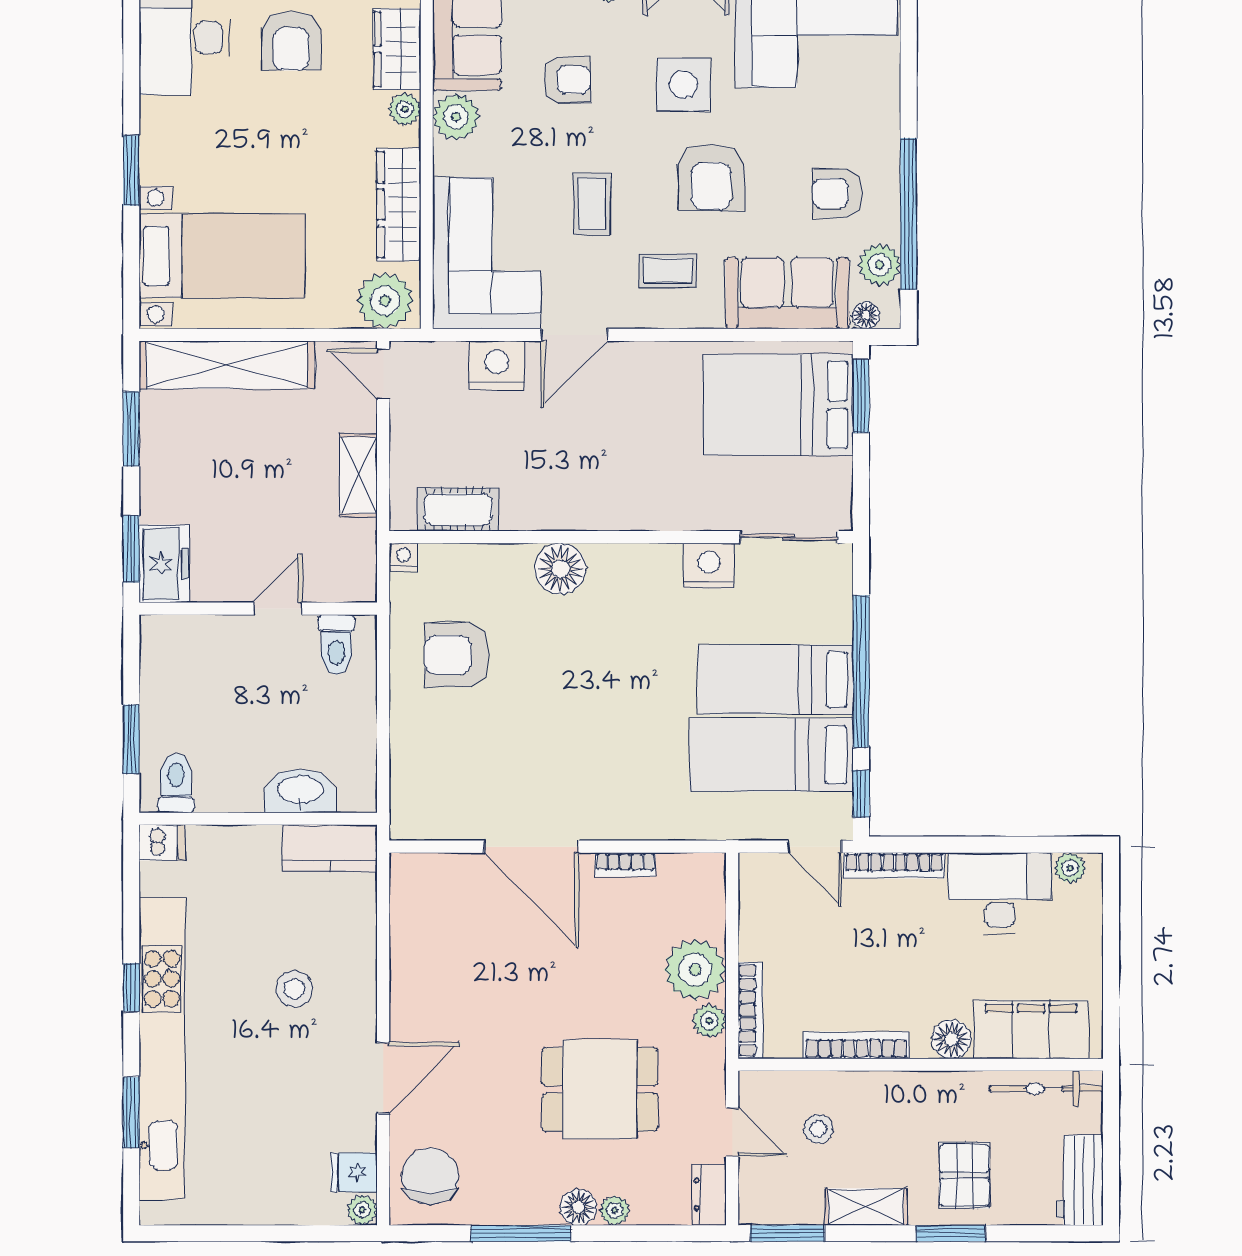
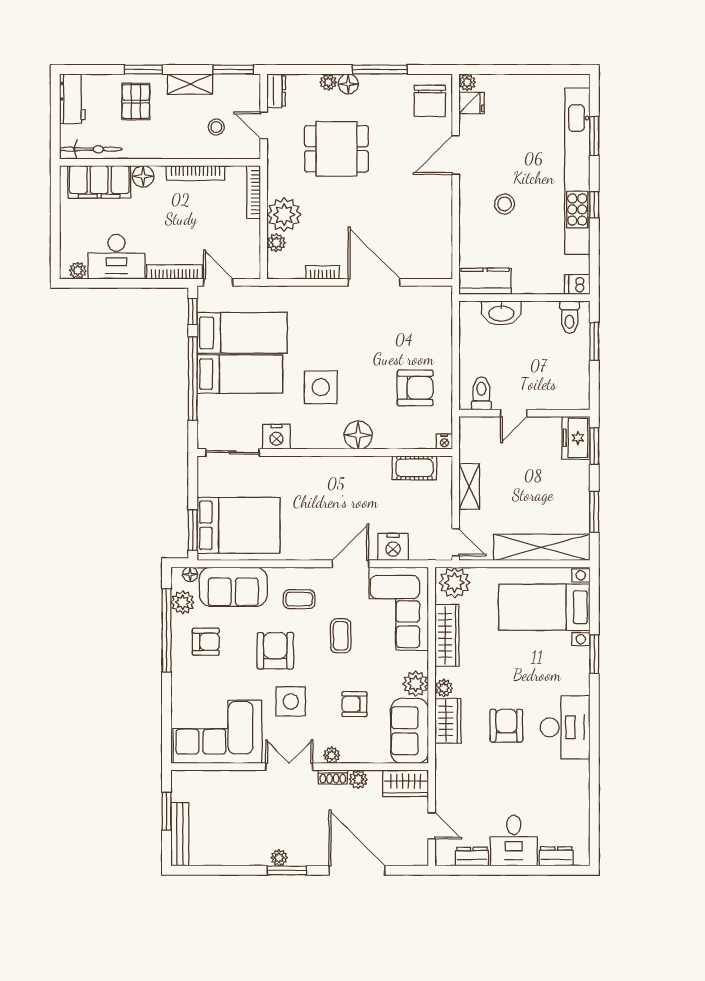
side table: (628, 656) -> (321, 387), added
plant: (709, 1021) -> (276, 243), moved

